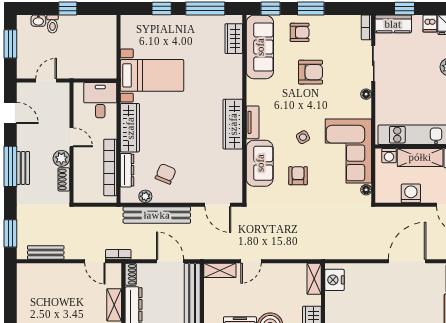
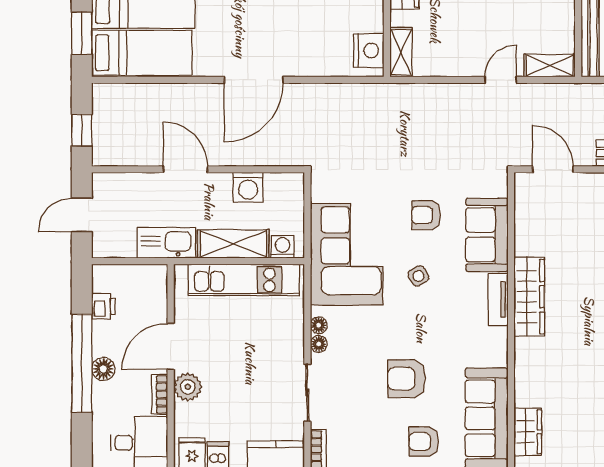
armchair: (298, 176) -> (426, 215), turned 90
floor lamp: (366, 190) -> (319, 325), moved

